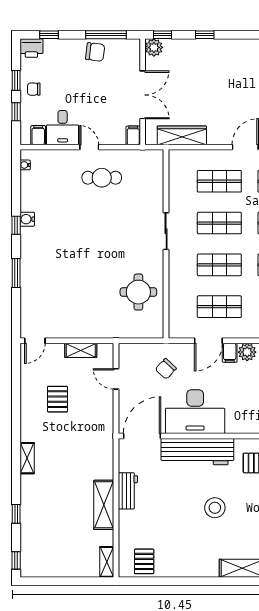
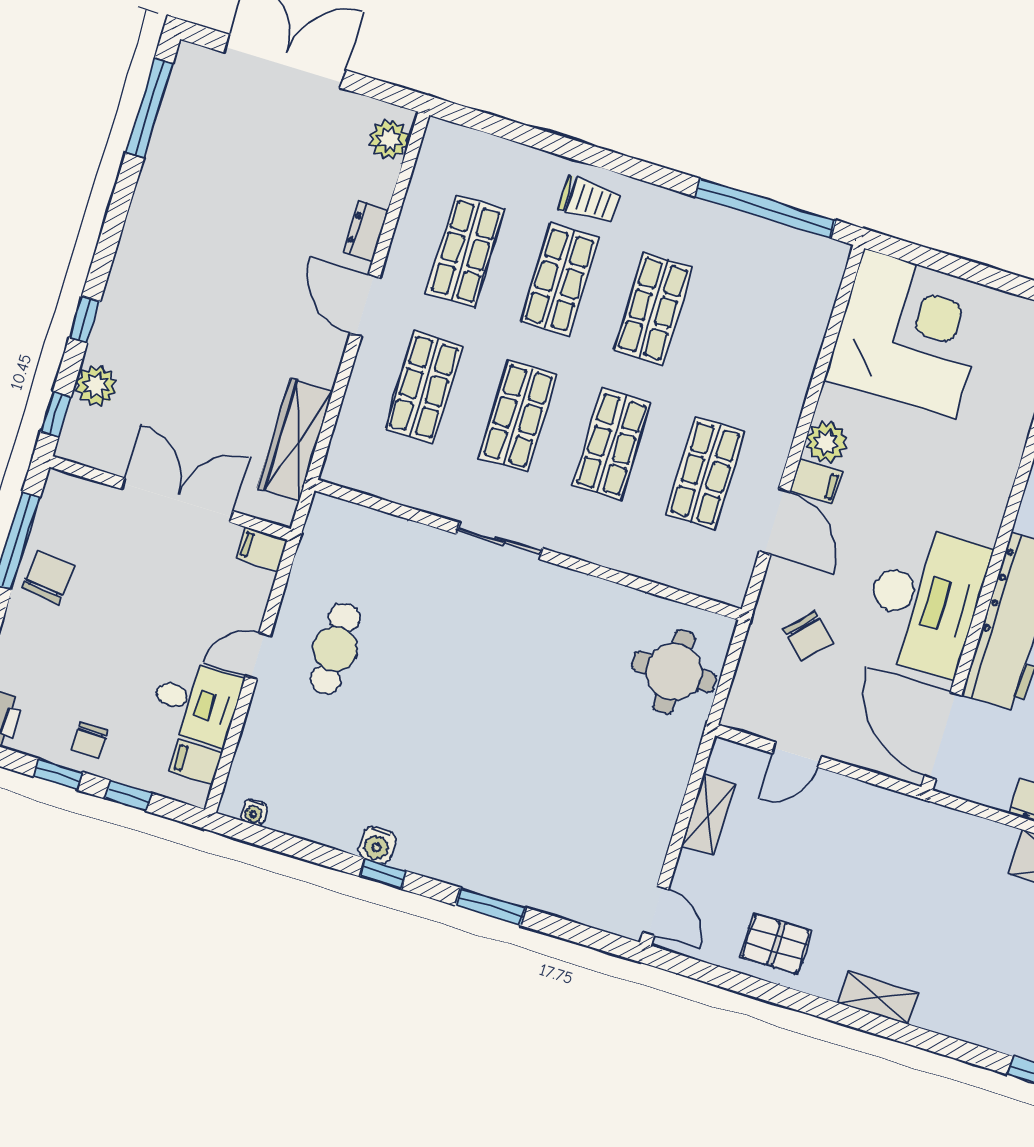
plant: (154, 47) -> (96, 386), moved
round table: (138, 292) -> (674, 672), moved
pallet: (57, 399) -> (776, 944), moved
shelving: (27, 458) -> (878, 998), moved

